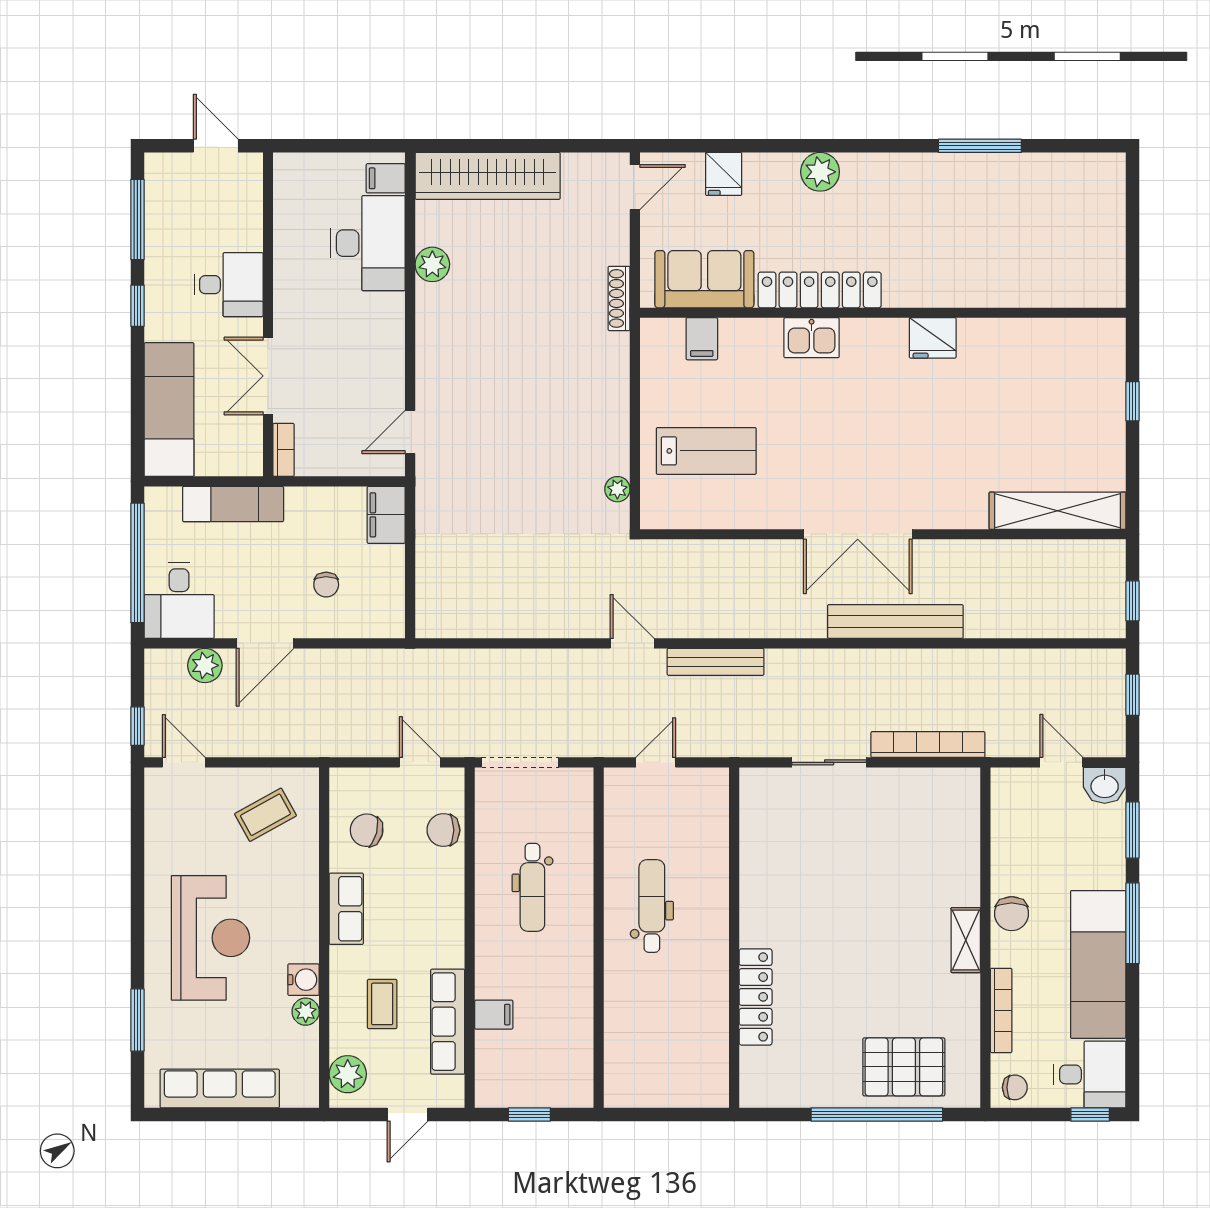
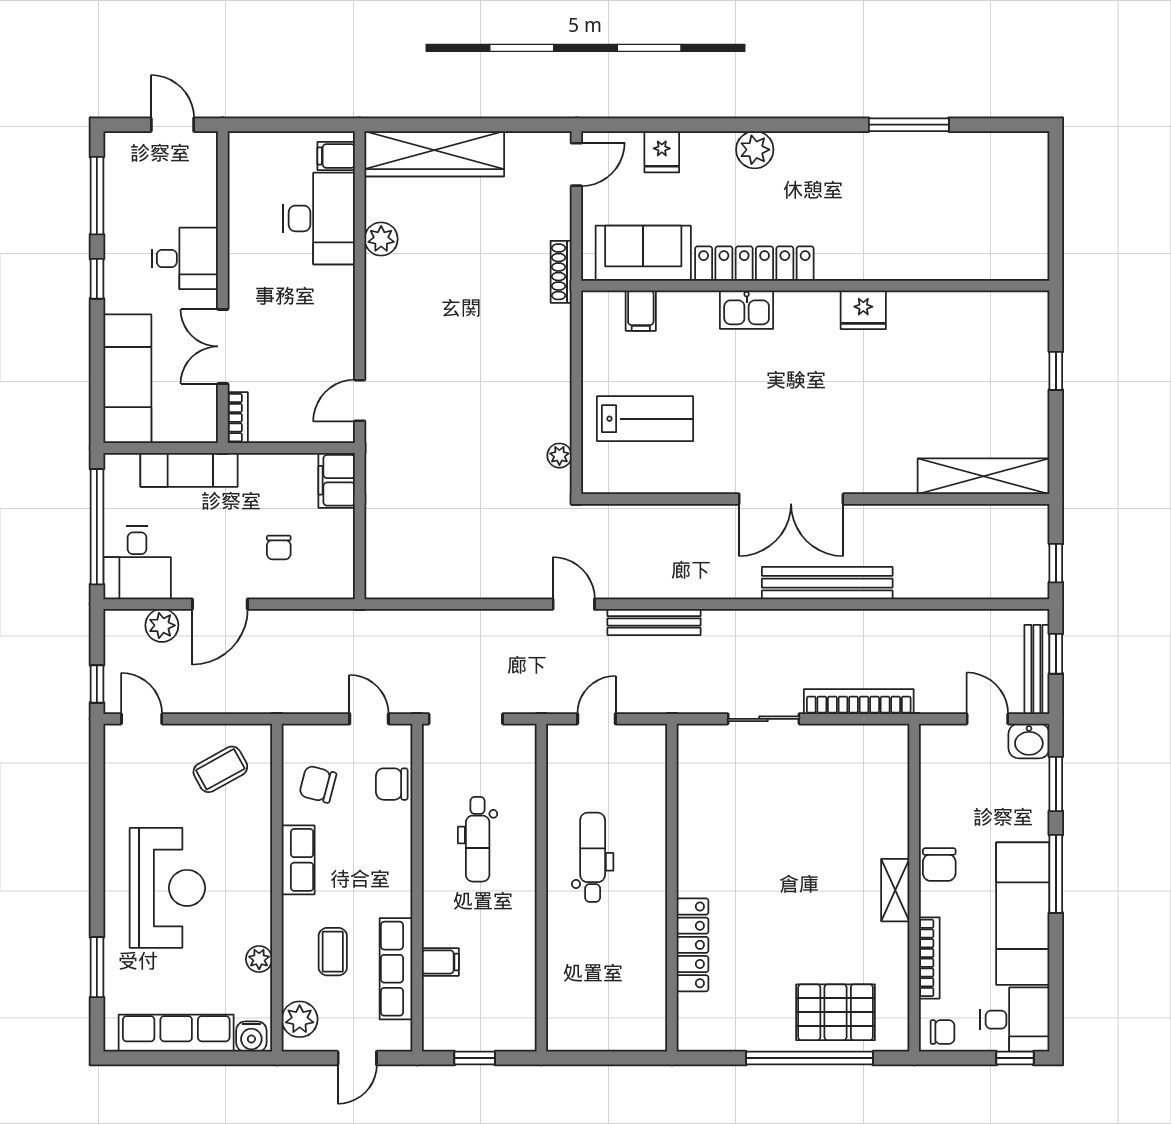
bench: (1113, 711) -> (1037, 669), added
water cooler: (303, 980) -> (251, 1037), moved, turned 90

